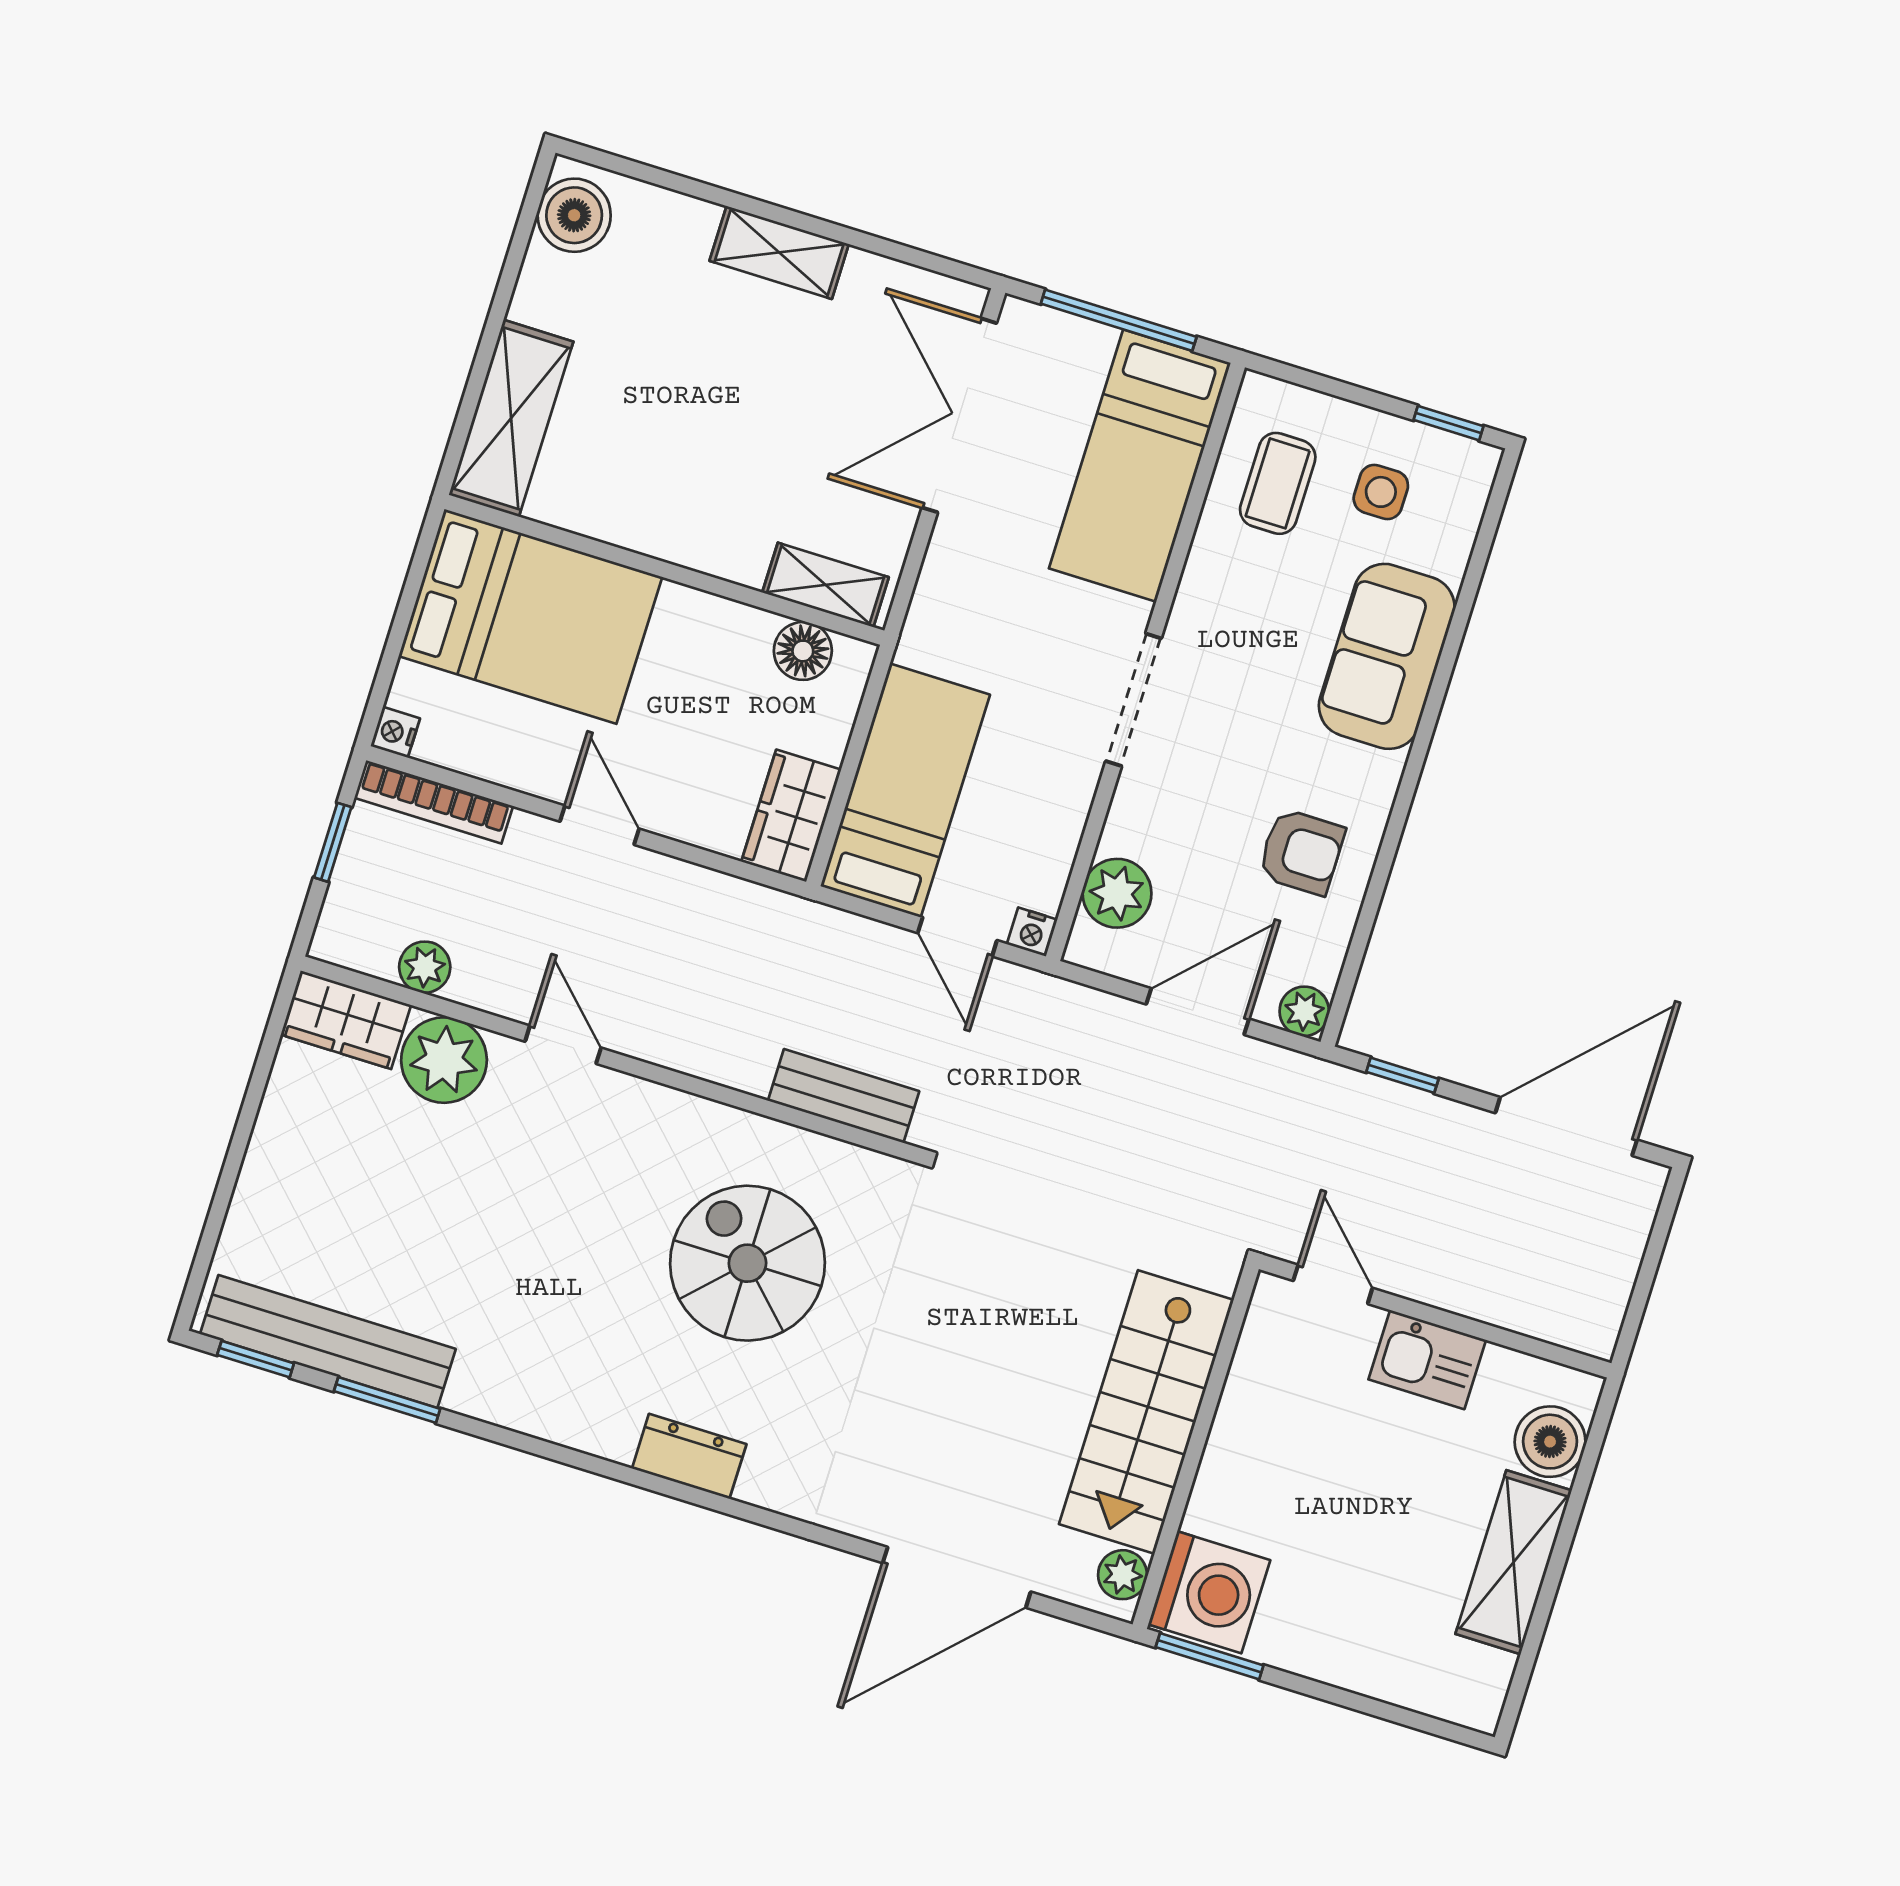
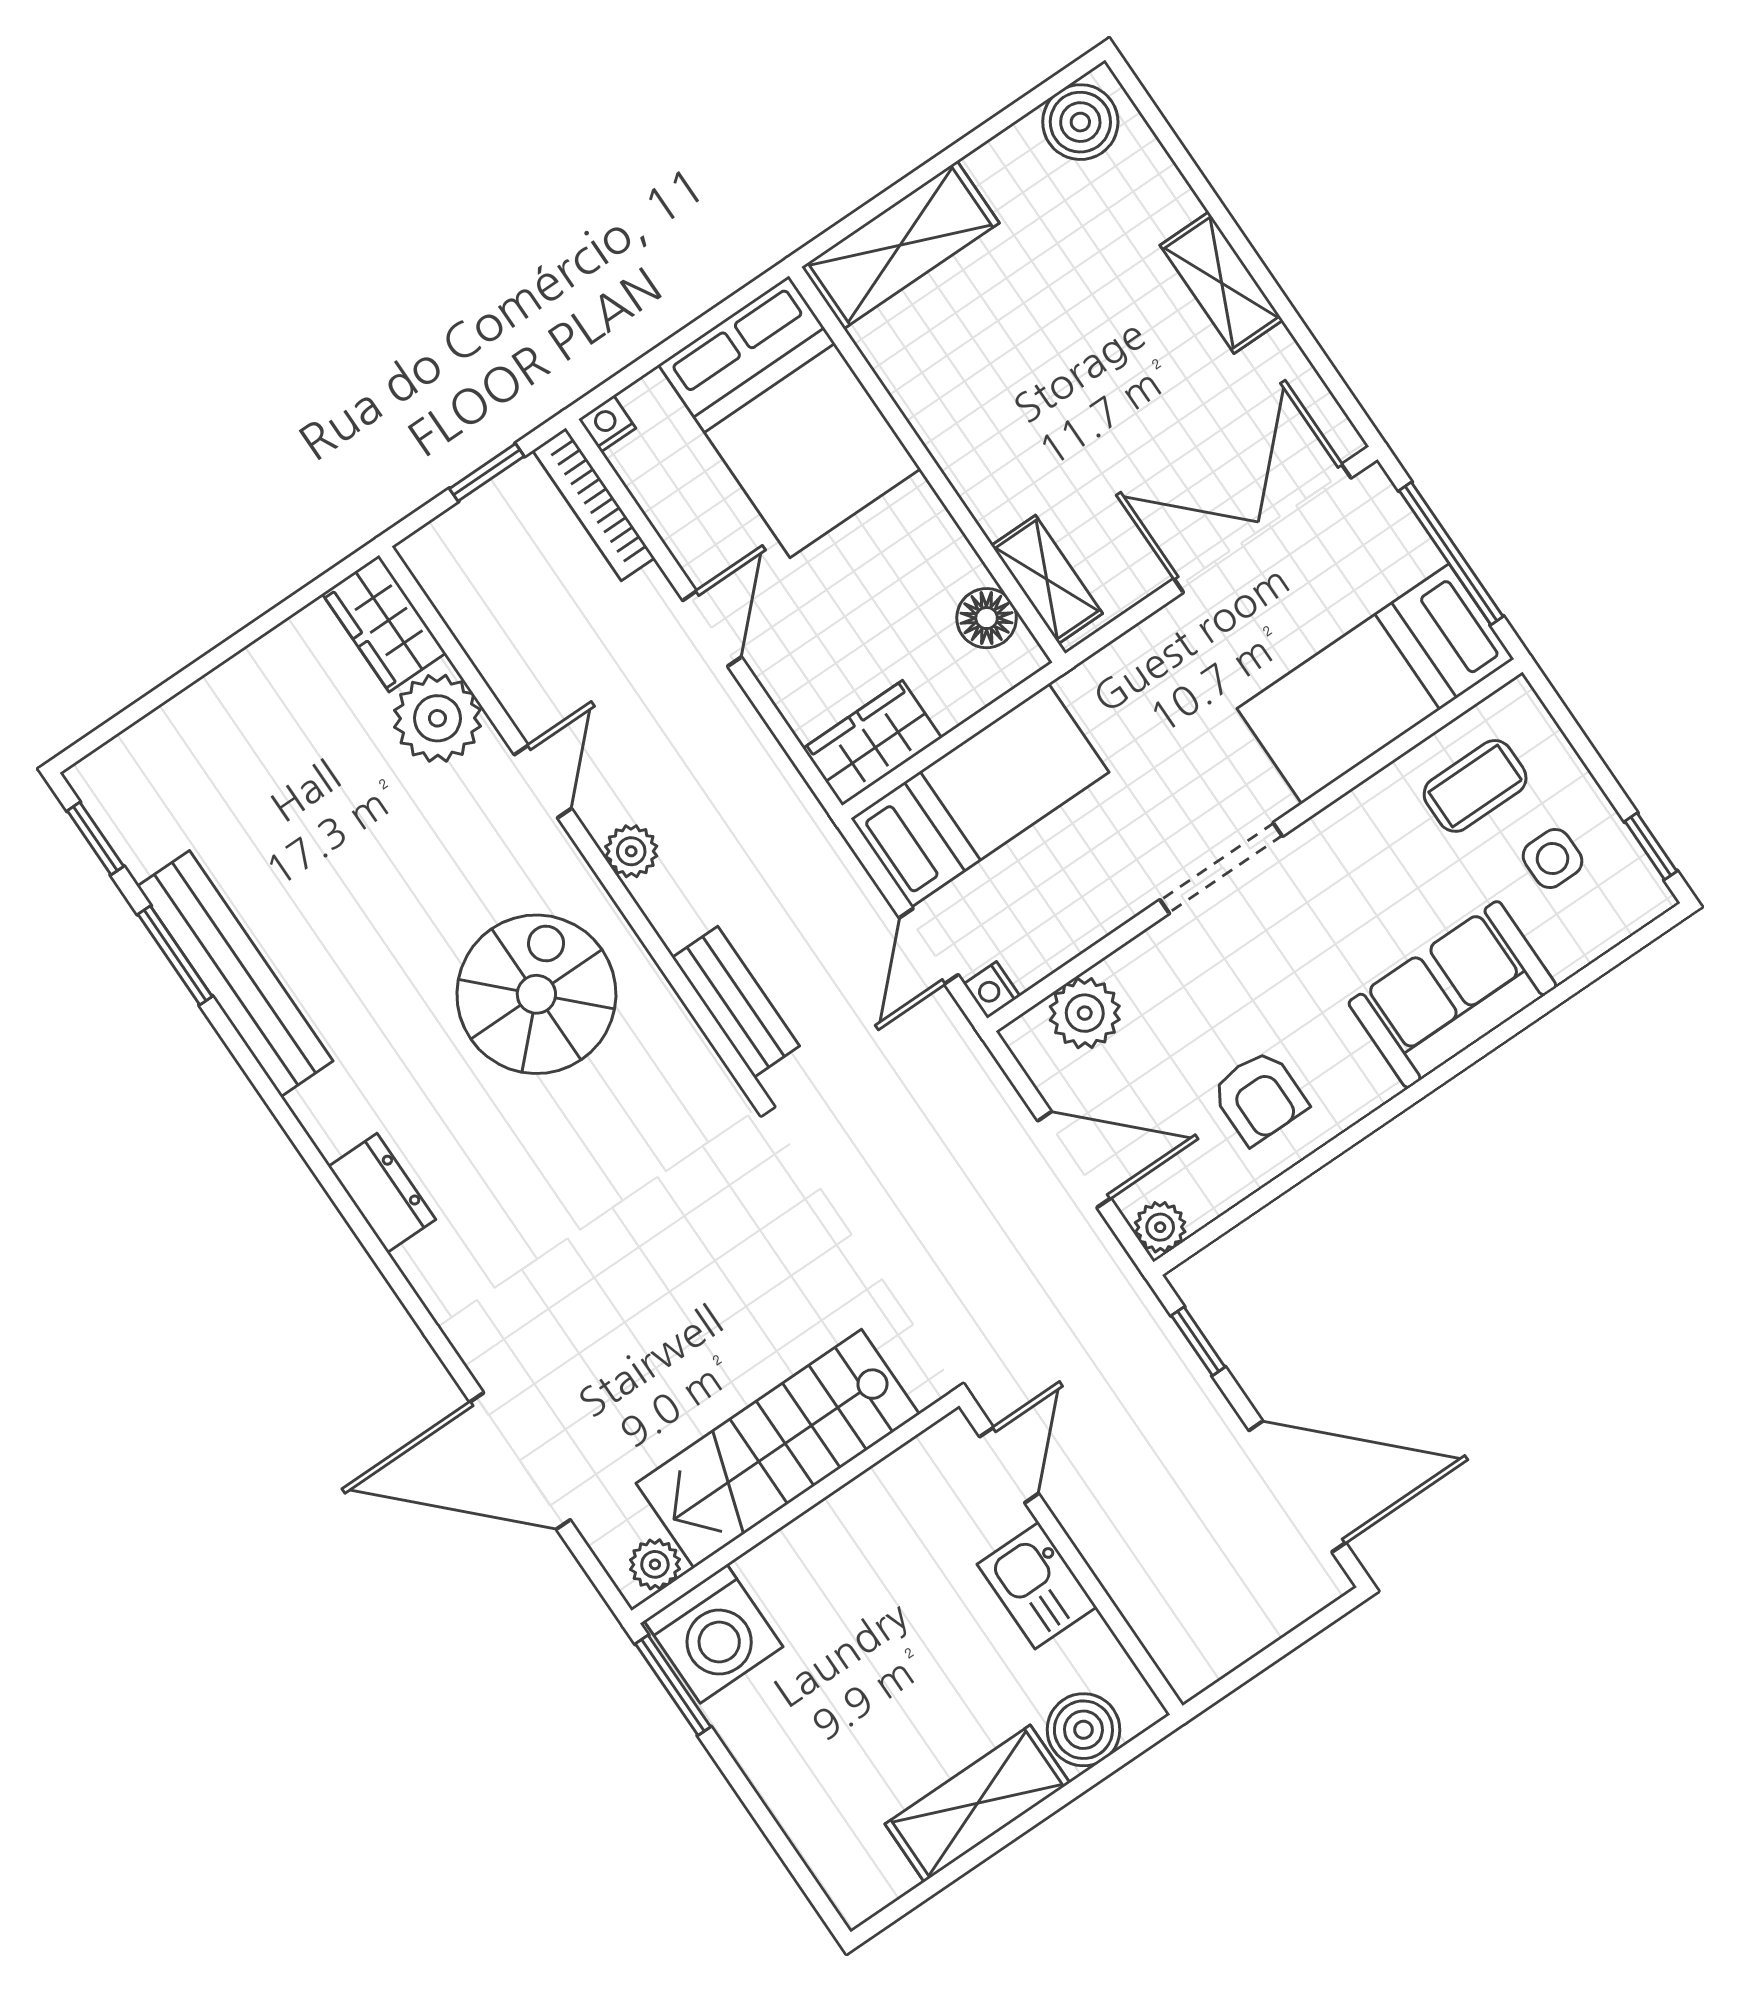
plant: (425, 967) -> (631, 851), moved
spiral stairs: (747, 1263) -> (536, 994), moved
bench: (328, 1341) -> (235, 974), moved

